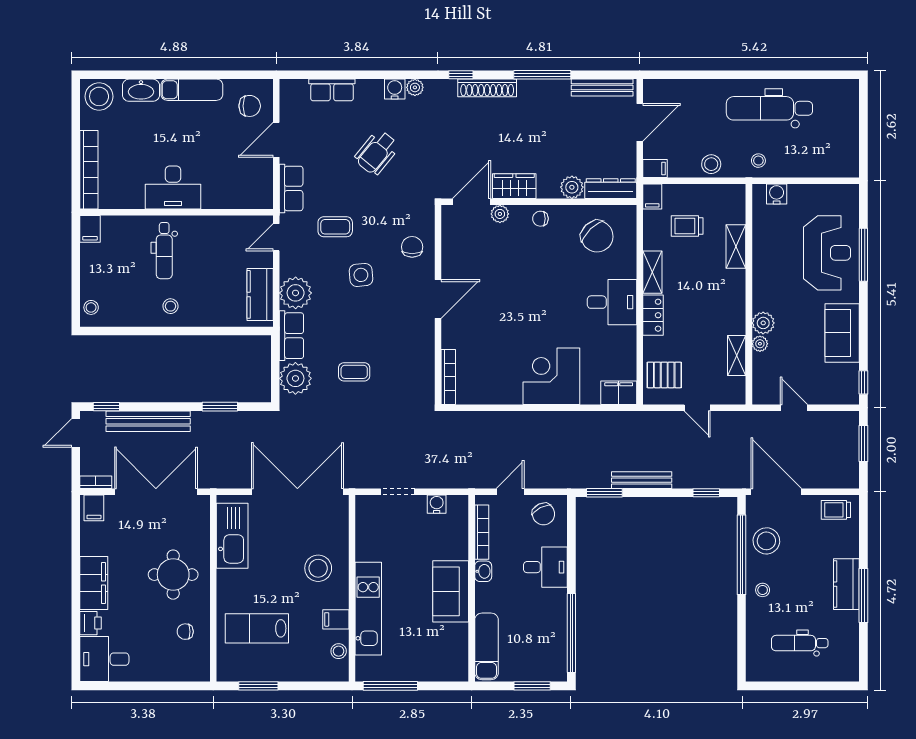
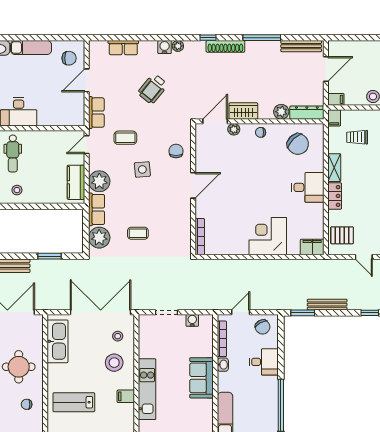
stool: (339, 651) -> (118, 336), moved

